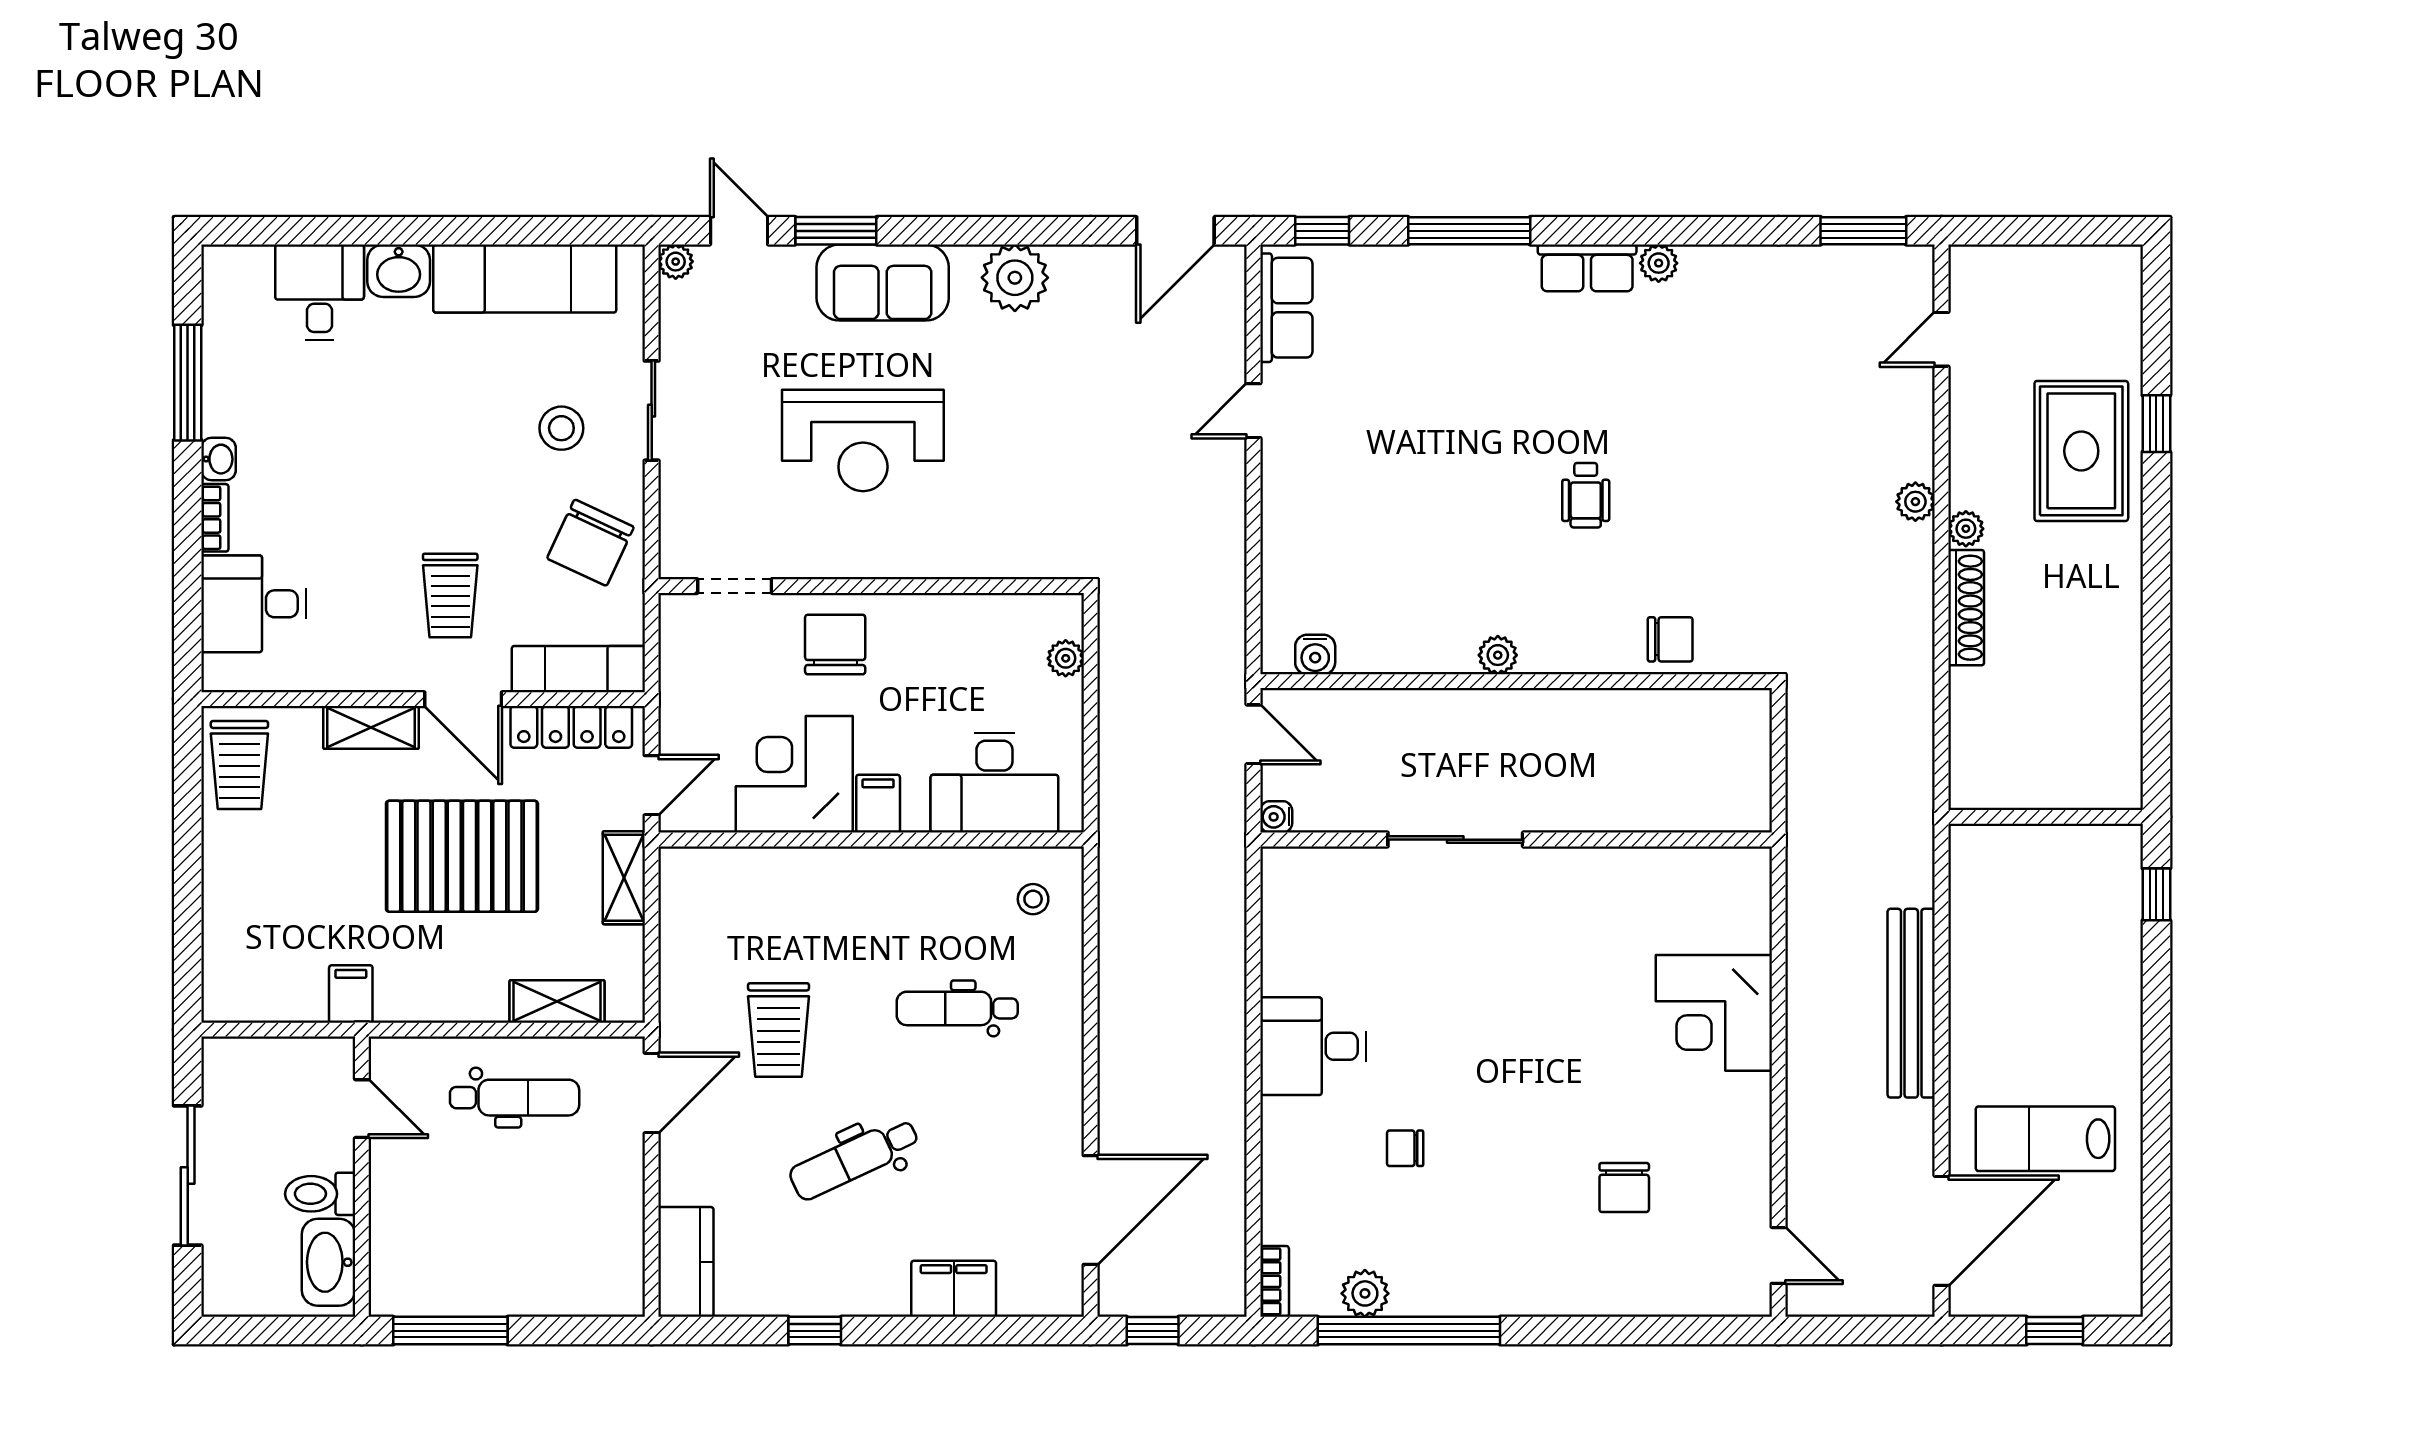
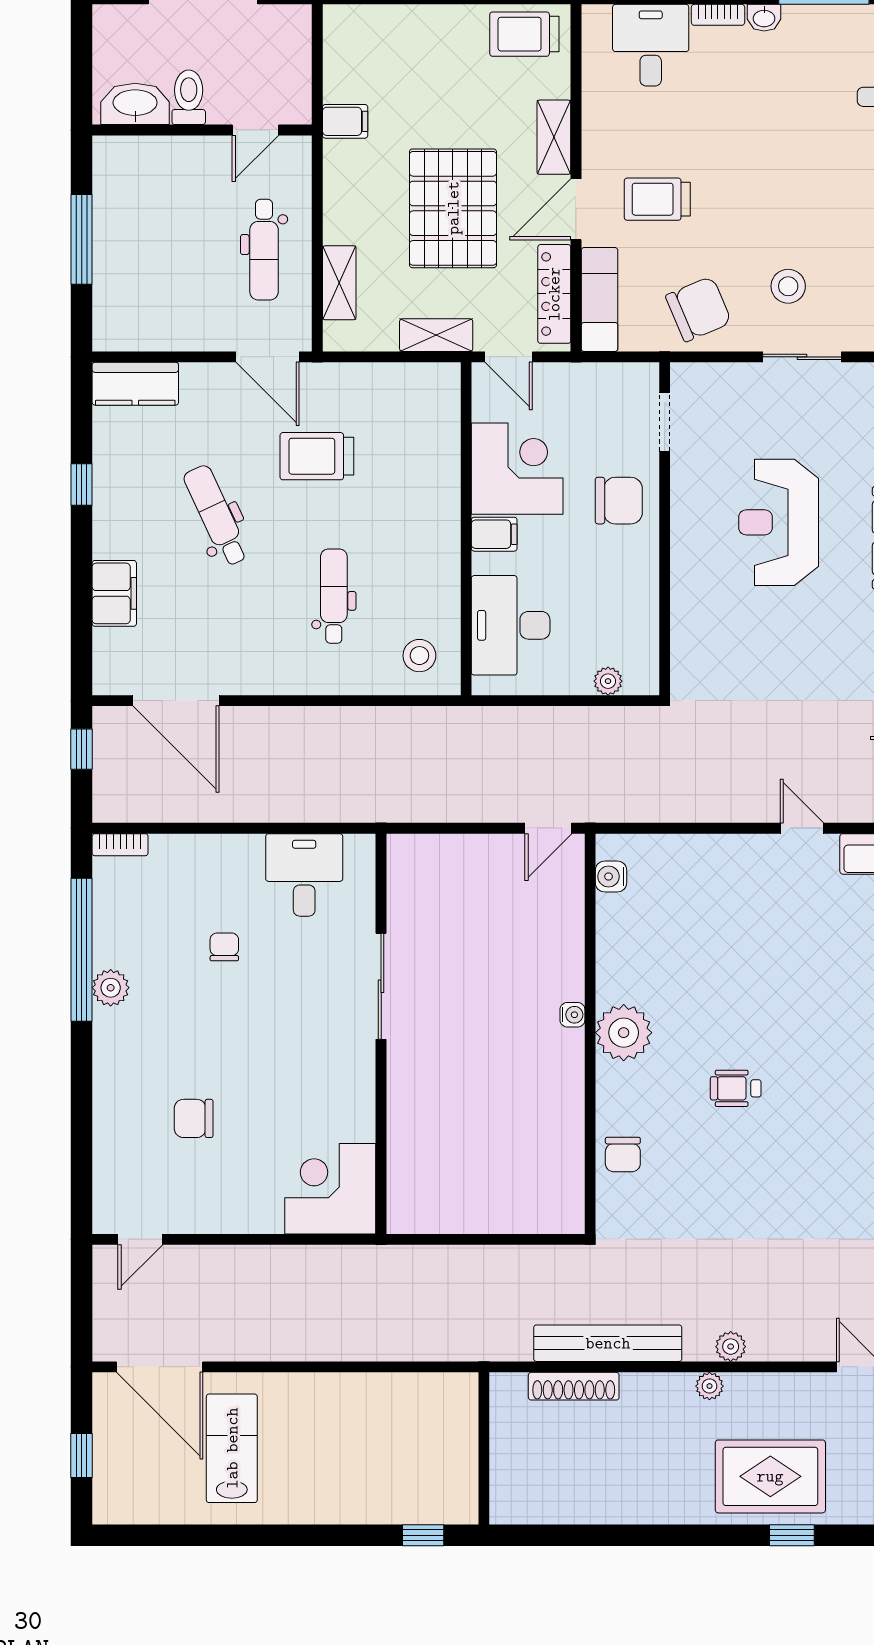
chair: (590, 543) -> (699, 309), turned 132
shoe rack: (1966, 608) -> (574, 1386), moved
plant: (1498, 655) -> (624, 1033), width x1.88, depth x1.88
water cooler: (1276, 817) -> (572, 1015), moved, turned 90
sliding door: (1455, 840) -> (381, 986), moved
wall: (1516, 840) -> (381, 1034), moved
stool: (1033, 899) -> (419, 656), width x1.37, depth x1.37
bench: (1911, 1003) -> (608, 1343), moved
plant: (1365, 1293) -> (111, 988), moved
window: (450, 1331) -> (82, 239), moved

